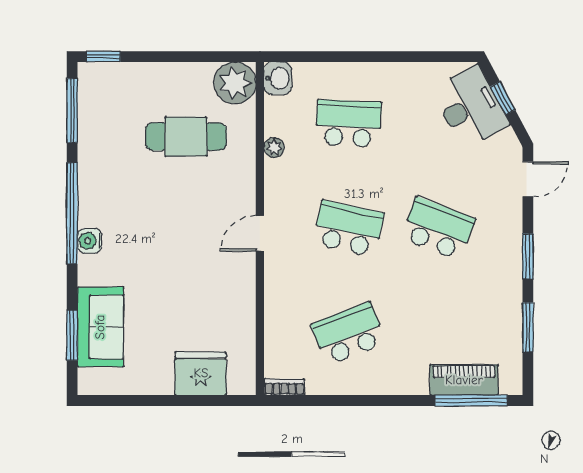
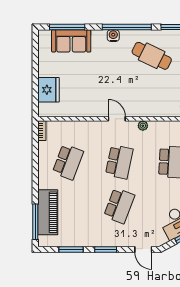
cafe table: (186, 137) -> (152, 56), moved, turned -64
plant: (274, 148) -> (143, 126), moved
school desk: (348, 334) -> (68, 162), turned 42
window: (72, 335) -> (67, 27), width x1.44
piano: (464, 380) -> (48, 212), width x1.37, depth x1.33

